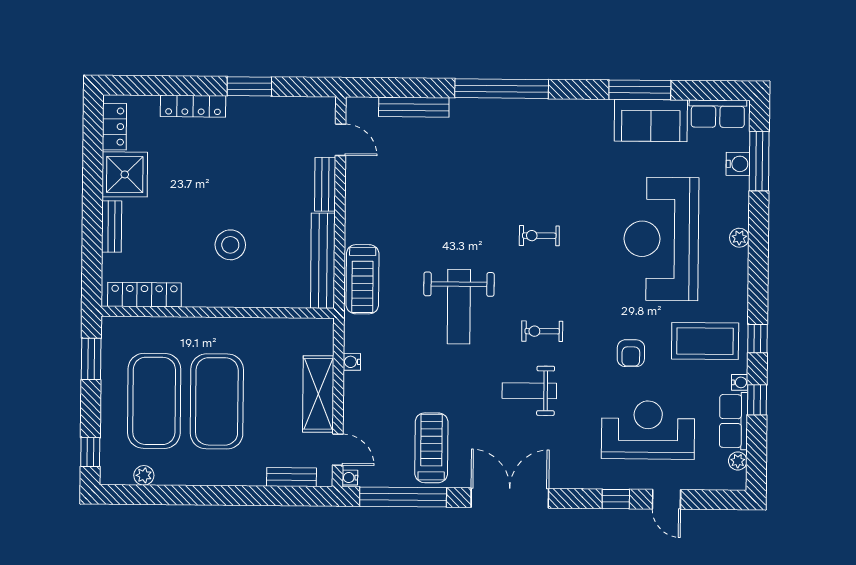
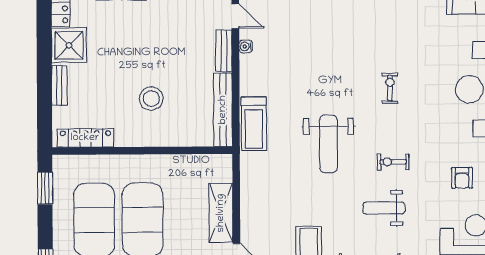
exercise bike: (539, 236) -> (390, 88), turned 90
water cooler: (352, 362) -> (246, 46), moved

